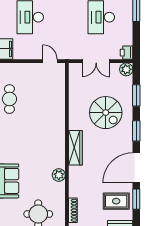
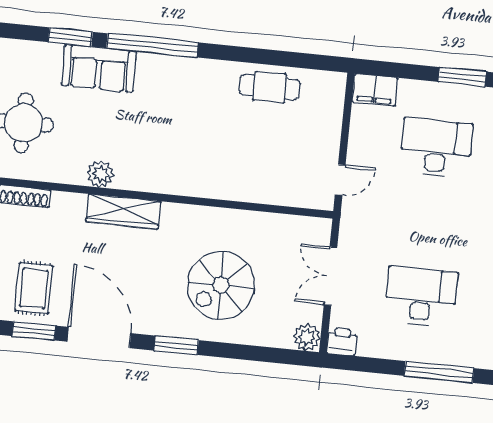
window: (136, 95) -> (251, 353), removed
wardrobe: (75, 148) -> (123, 212), moved

